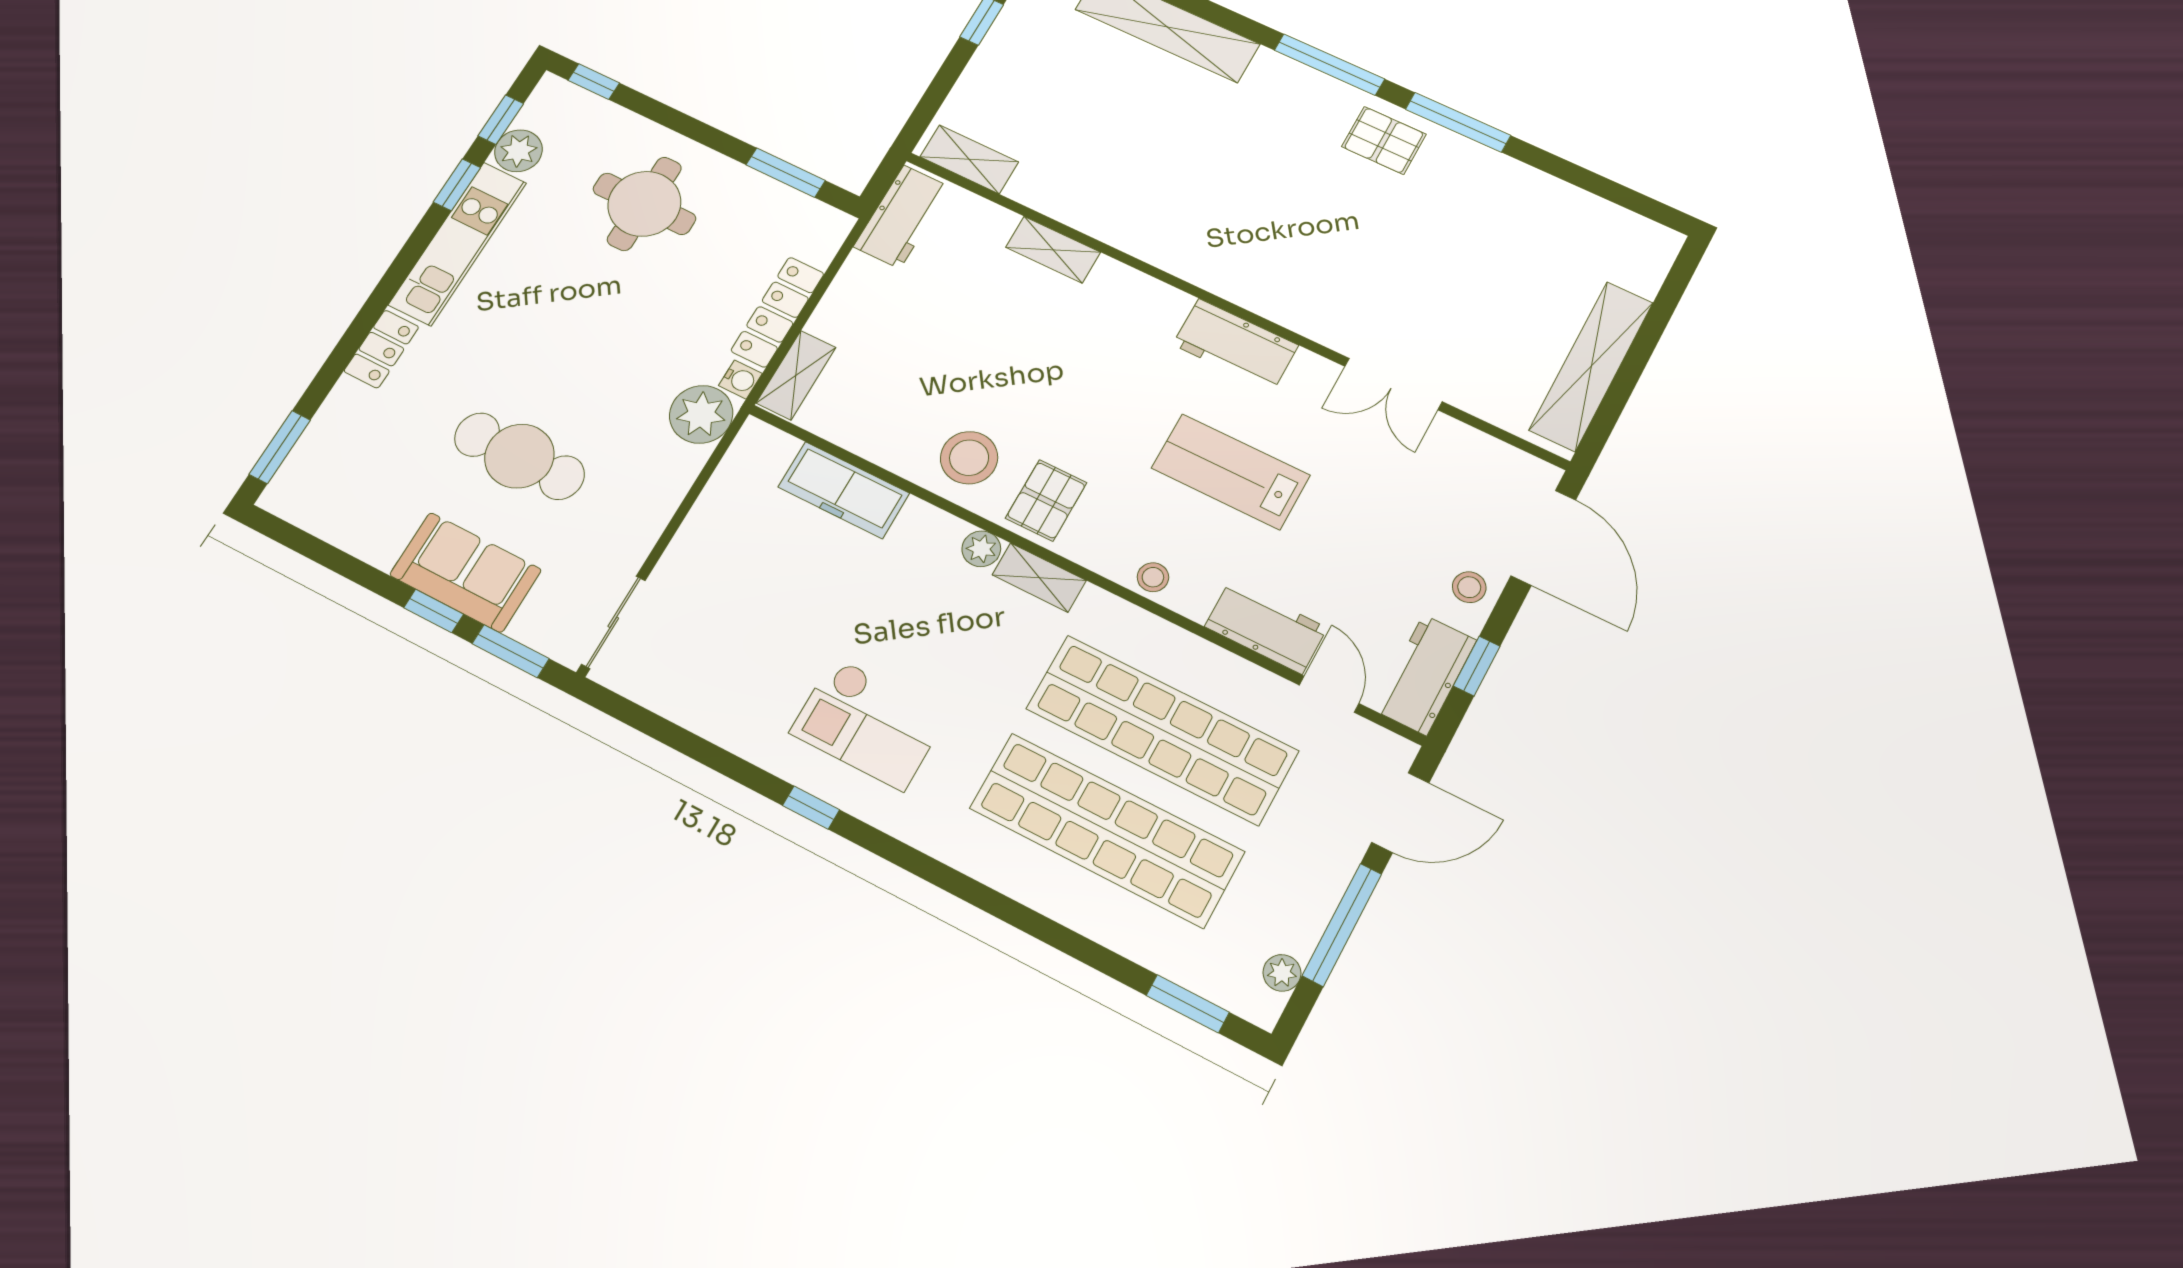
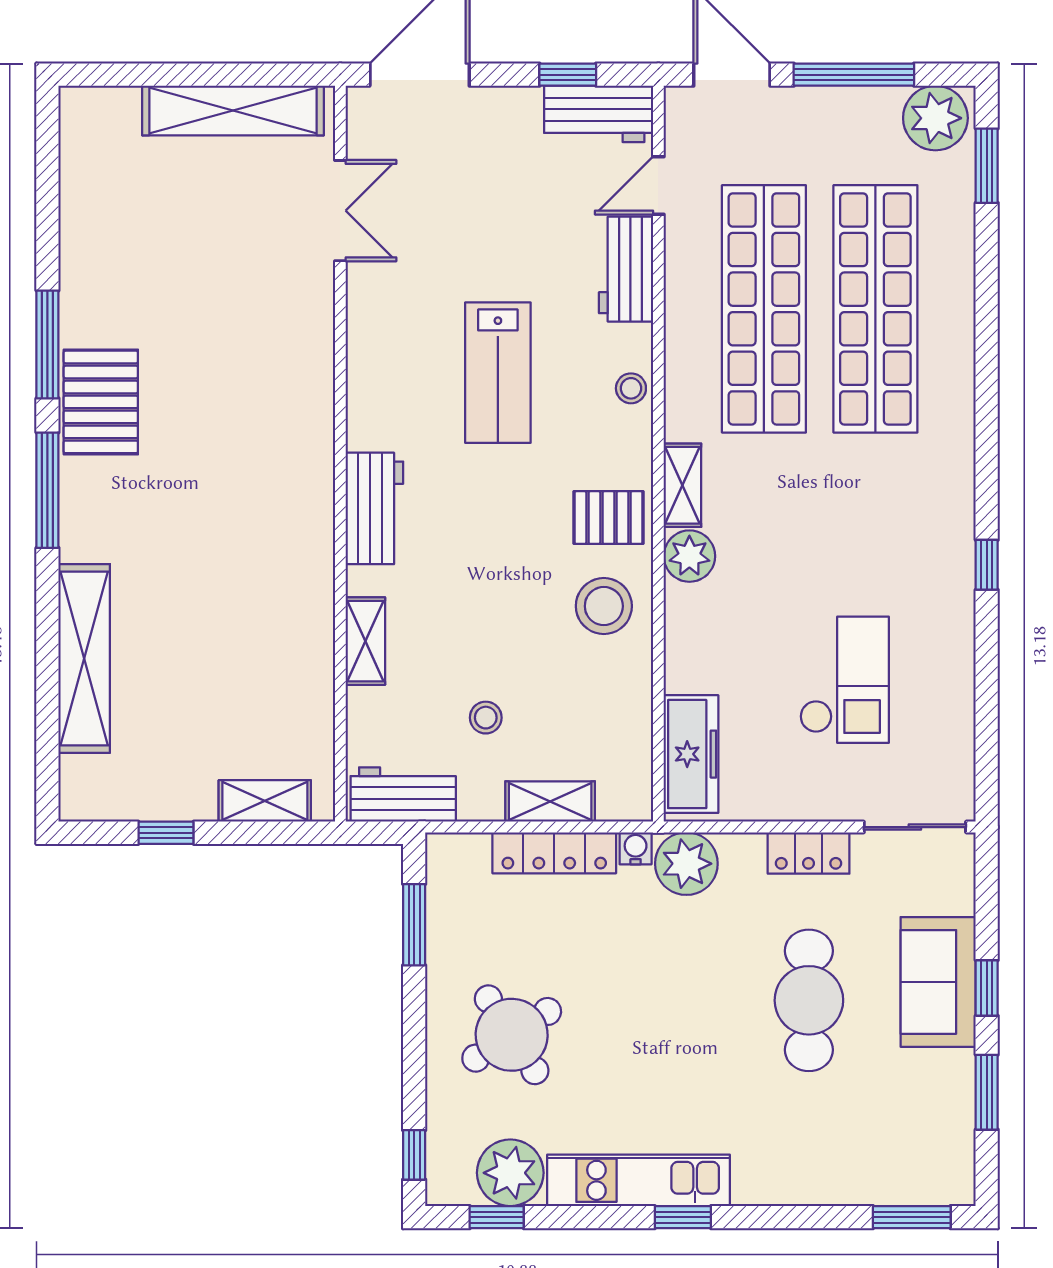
pallet: (1384, 140) -> (101, 402), width x1.50, depth x1.42
plant: (518, 151) -> (510, 1173), width x1.36, depth x1.36
shelving: (969, 159) -> (265, 801), moved, turned 90
window: (457, 185) -> (683, 1217), moved
round table: (644, 204) -> (512, 1035), turned -33
workbench: (1235, 345) -> (374, 508), moved
locker: (381, 349) -> (809, 853), moved, turned 180
shelving: (796, 375) -> (550, 802), moved
double door: (1393, 384) -> (340, 211), moved
freezer: (844, 490) -> (691, 754), moved
plant: (981, 549) -> (689, 556), width x1.38, depth x1.38
stool: (1469, 587) -> (486, 718), moved
window: (511, 651) -> (987, 1092), moved
checkout: (869, 724) -> (844, 680), moved
plant: (1282, 973) -> (935, 118), width x1.88, depth x1.88

